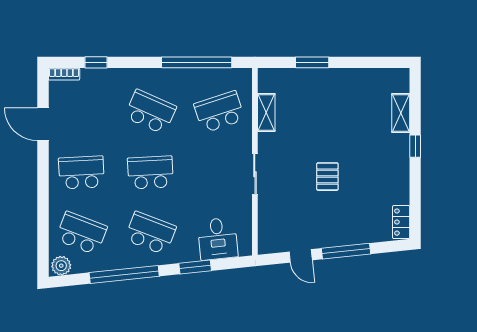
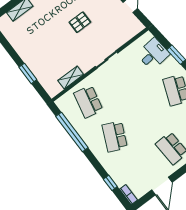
school desk: (219, 112) -> (88, 102), turned 30
school desk: (150, 172) -> (145, 113), removed

